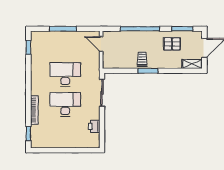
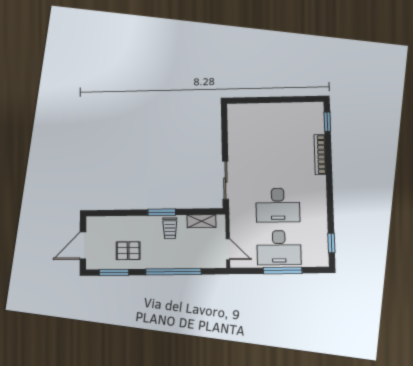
shelving: (192, 64) -> (202, 221), moved
desk: (65, 104) -> (279, 248), moved
printer: (94, 126) -> (236, 133), removed

